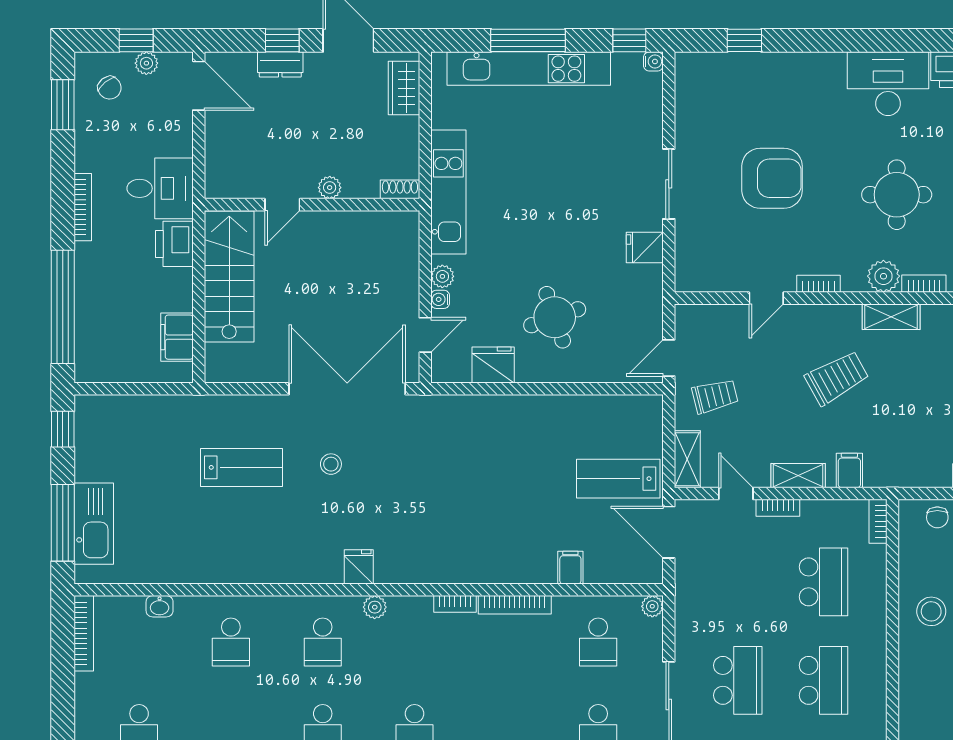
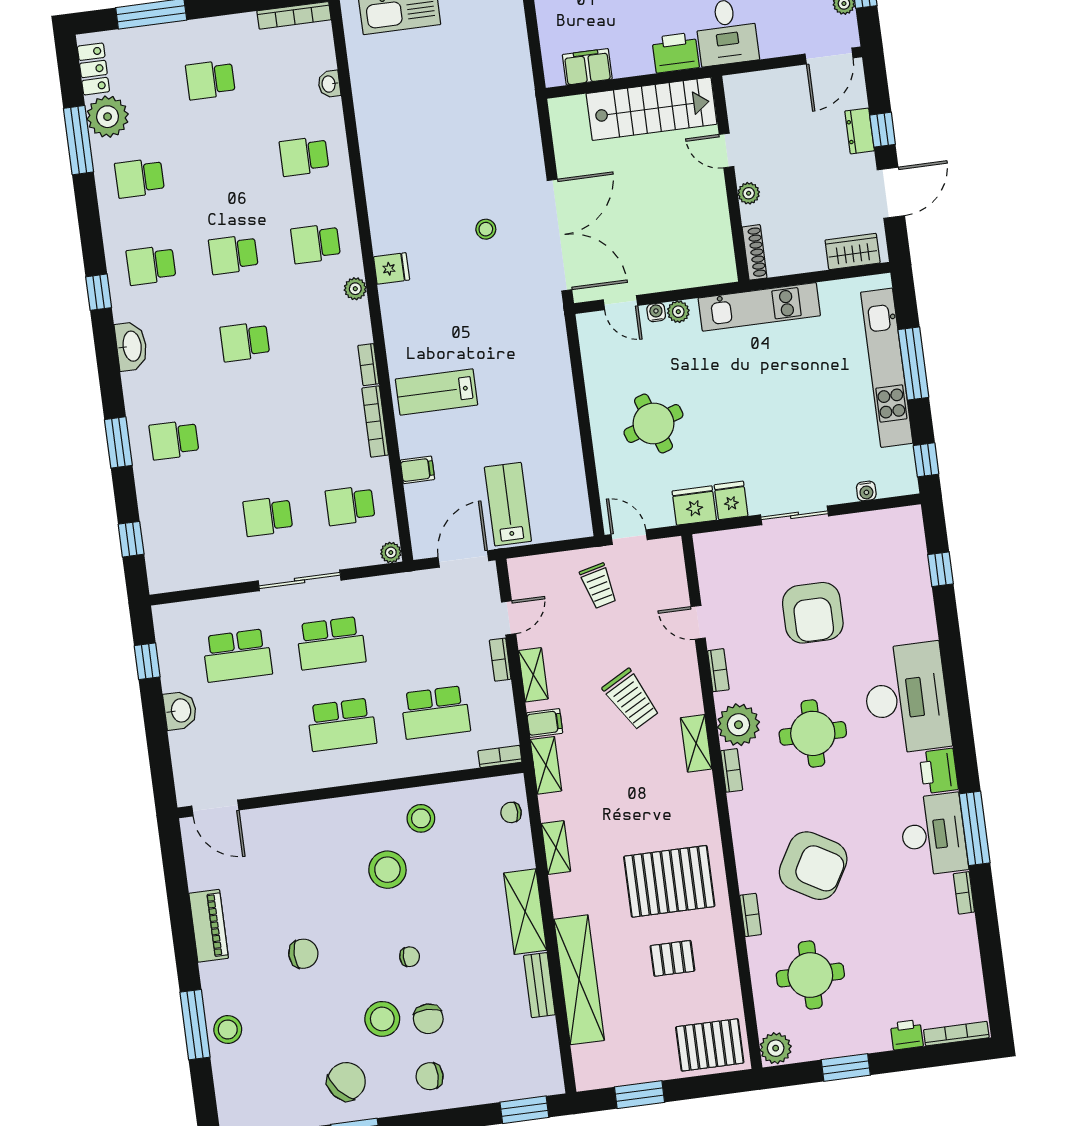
water cooler: (653, 61) -> (866, 491), moved
desk: (888, 84) -> (906, 698), width x1.36, depth x1.30
shoe rack: (400, 189) -> (755, 252), width x1.43
plant: (883, 276) -> (738, 725), width x1.36, depth x1.36
fridge: (493, 365) -> (694, 506), moved, turned -90
shelving: (687, 459) -> (546, 765), moved, turned 90
lab bench: (241, 467) -> (437, 392), moved, turned 90

